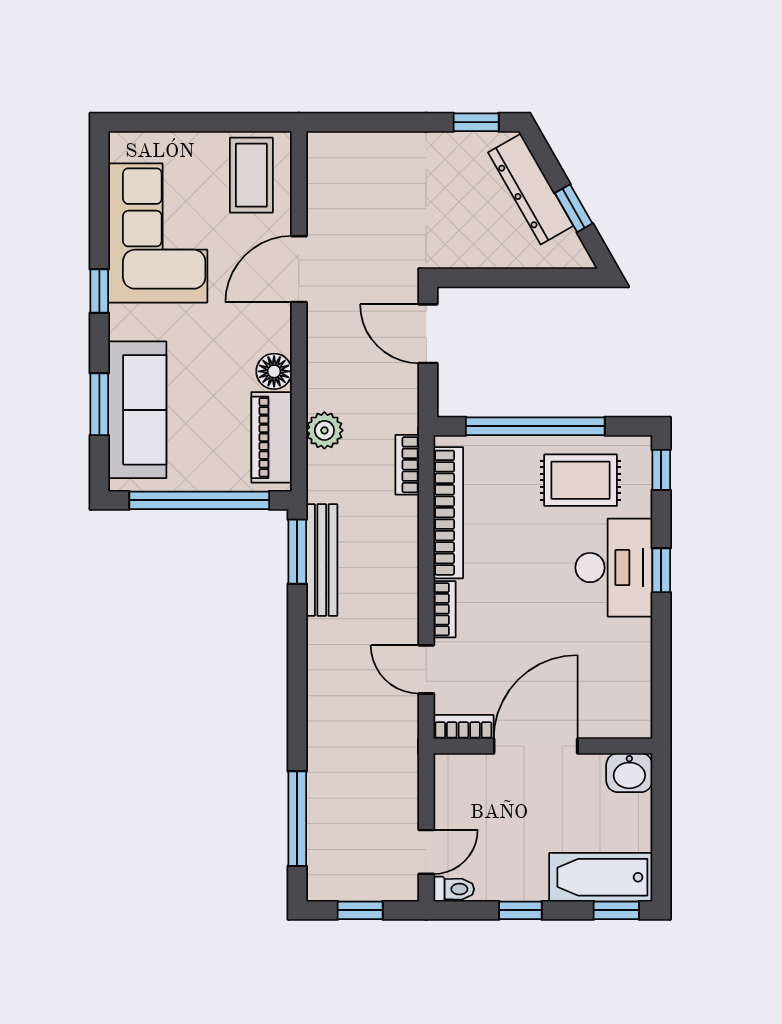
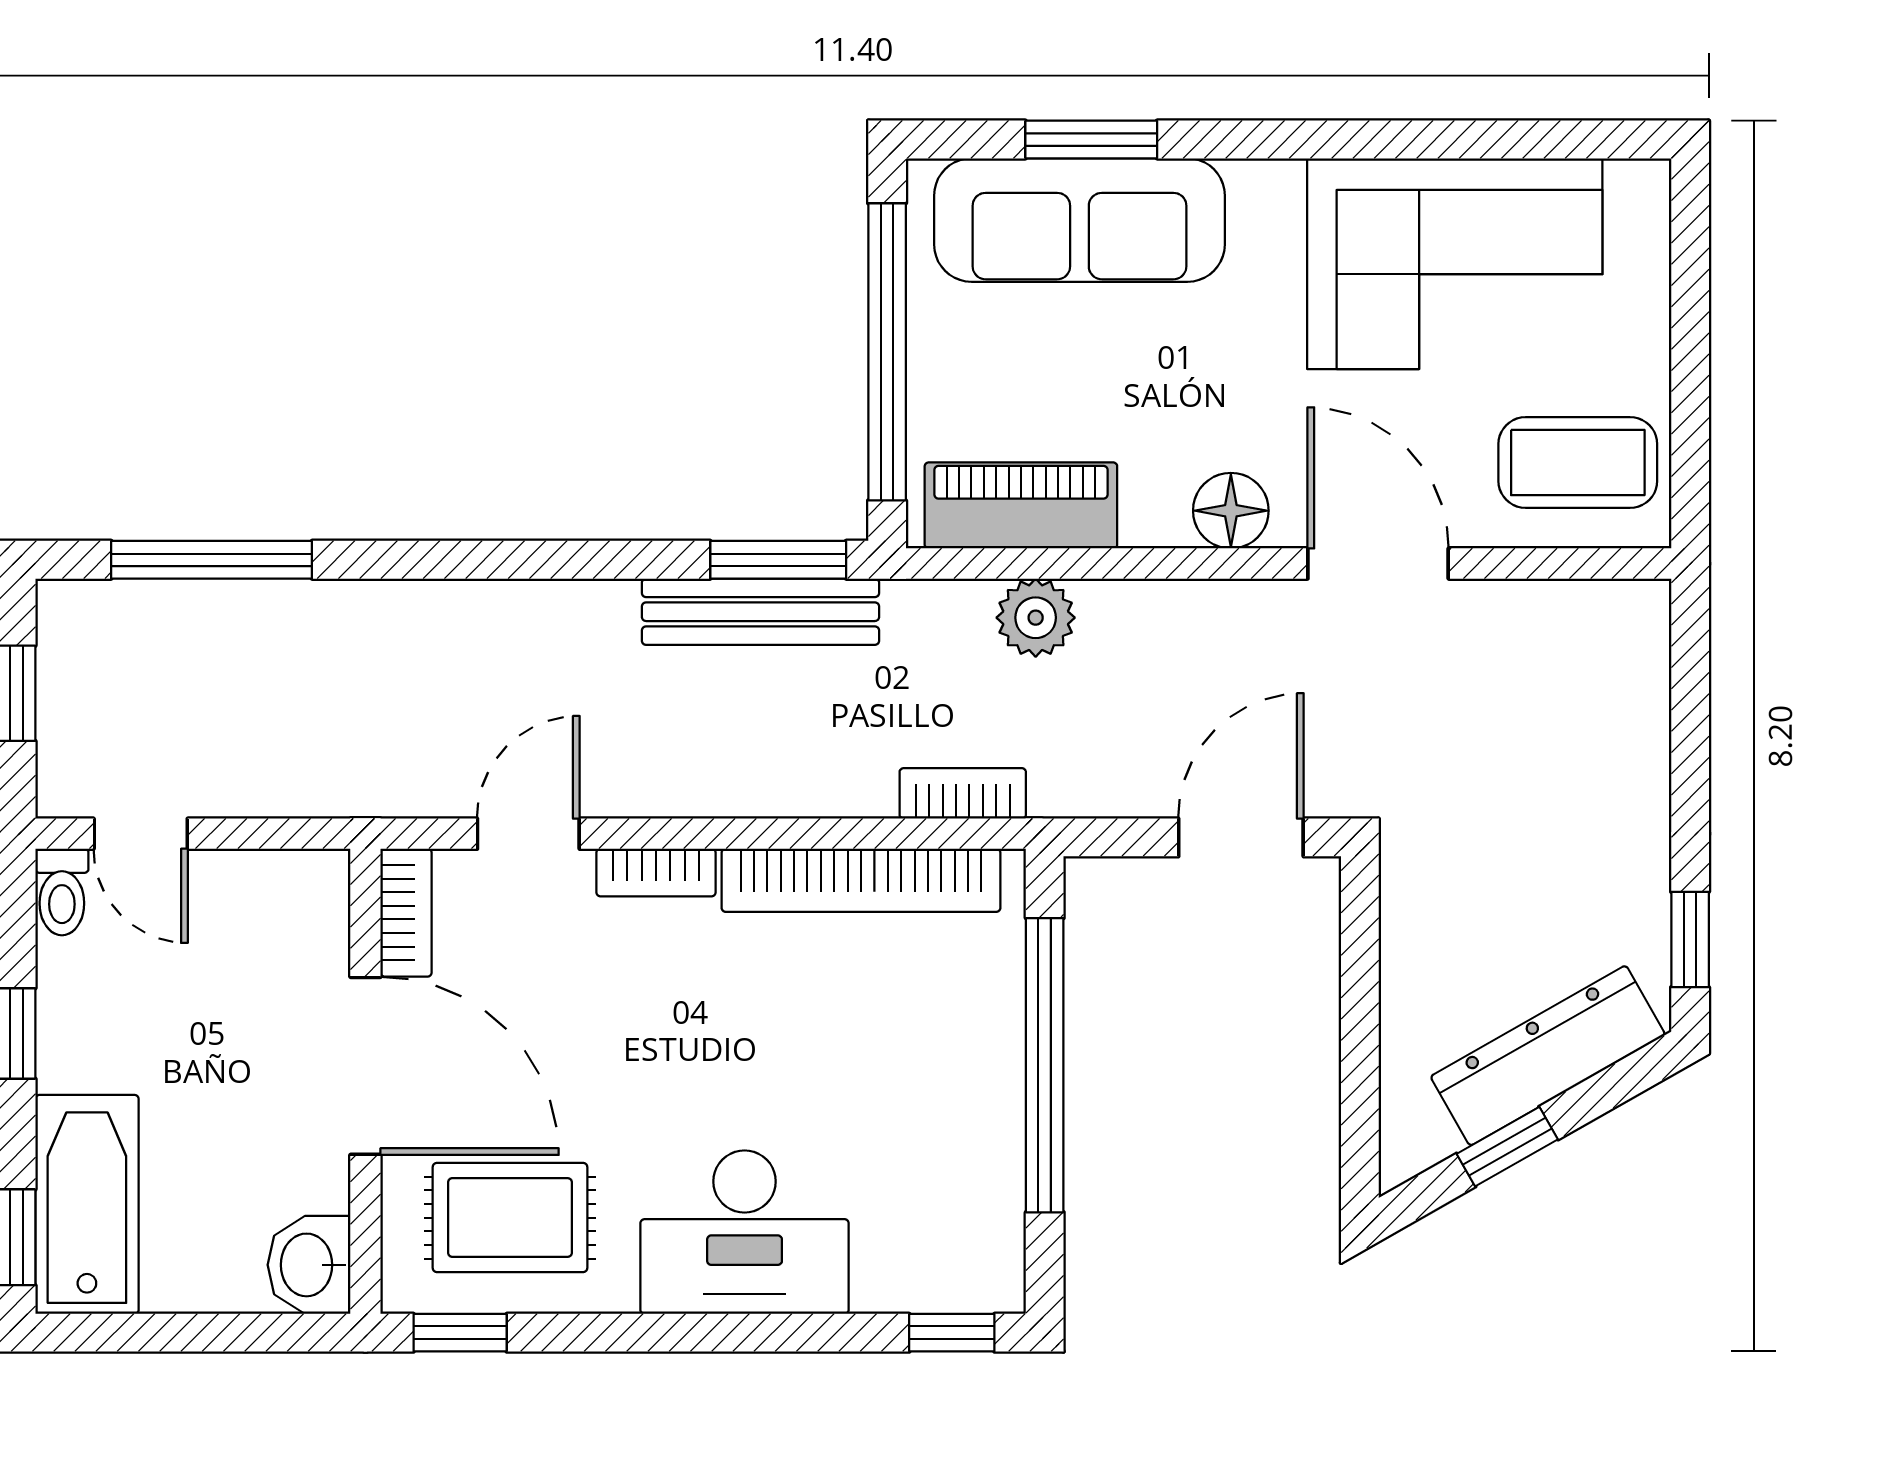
window: (99, 291) -> (1332, 140), removed
floor lamp: (274, 371) -> (1231, 511), moved
rug: (581, 480) -> (510, 1218), moved, turned 90
window: (661, 570) -> (460, 1333), moved

